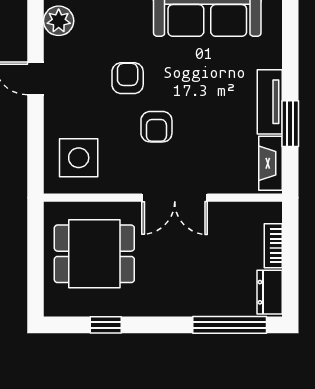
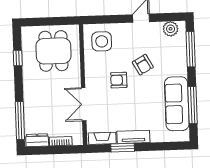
armchair: (128, 78) -> (143, 65), turned 61
double door: (175, 198) -> (84, 104), moved

